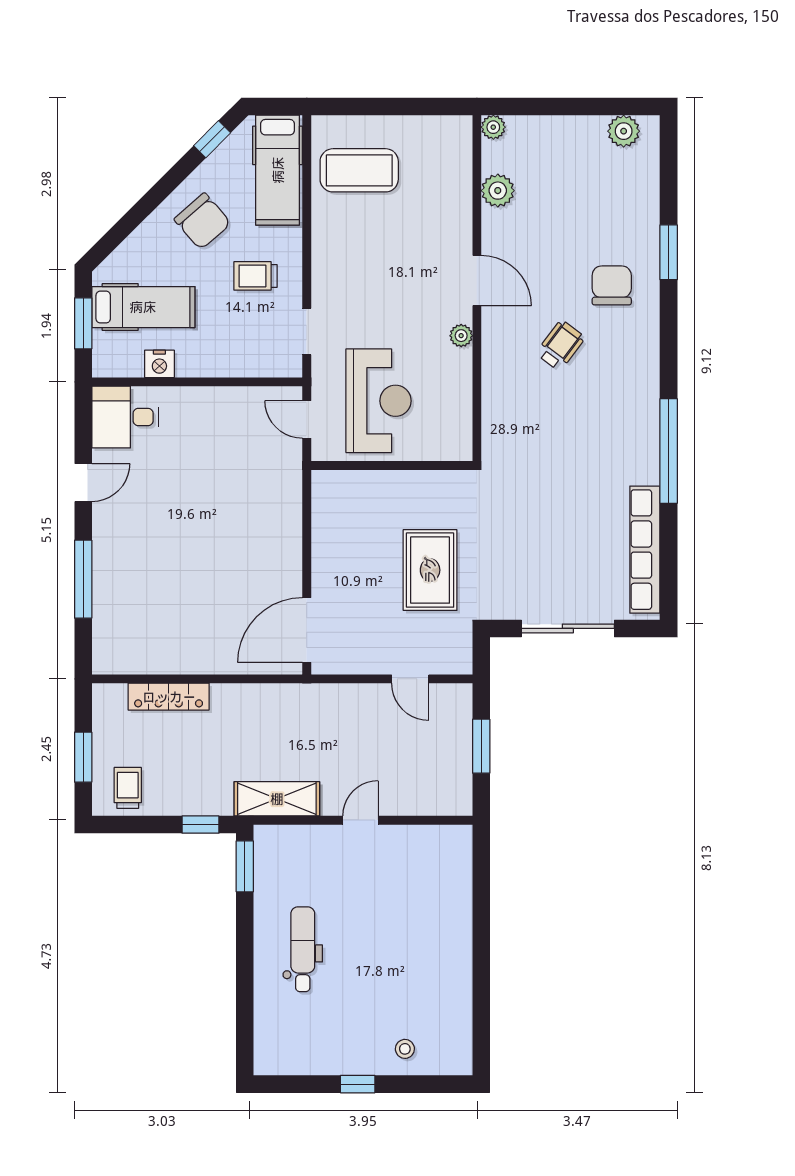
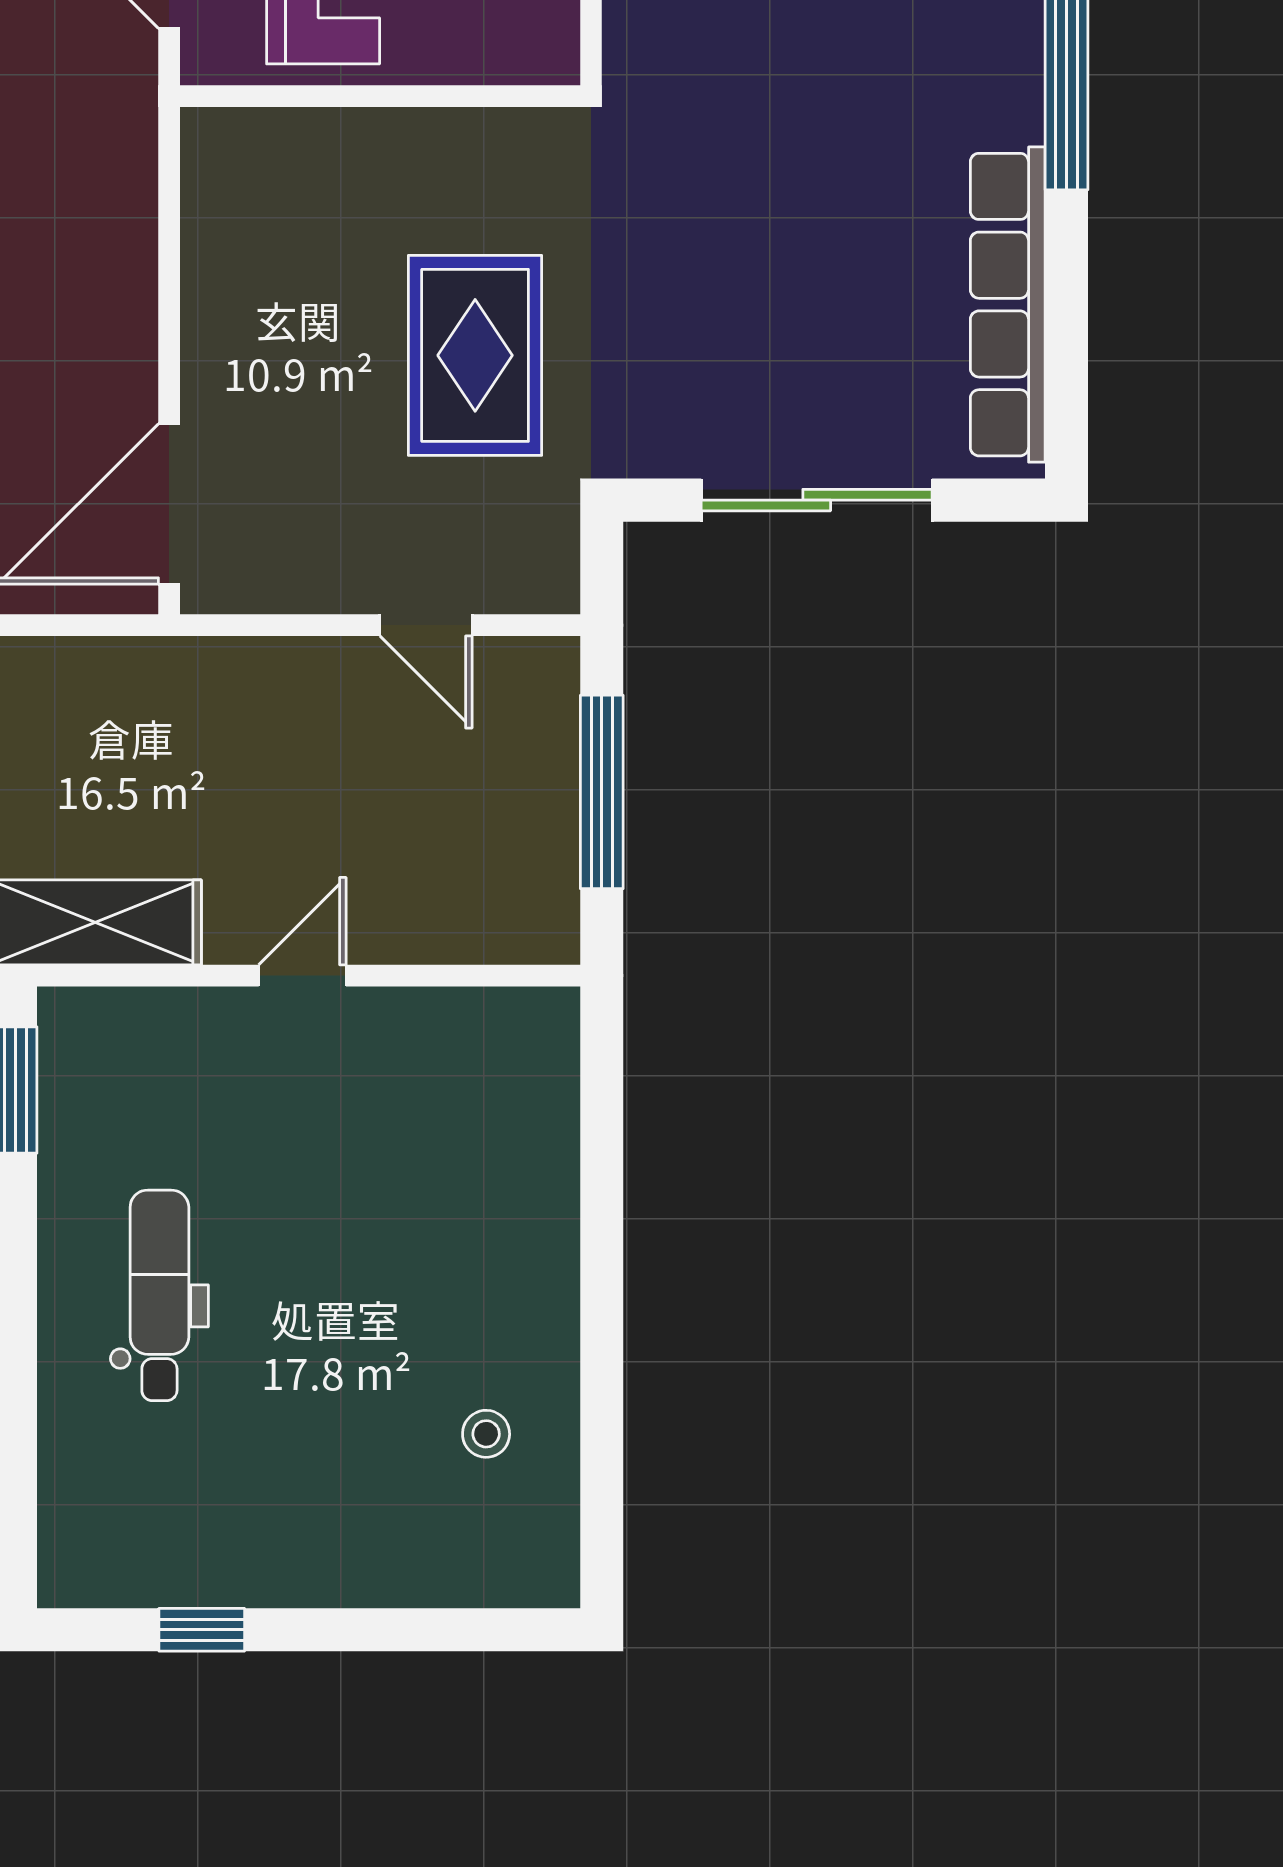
window: (481, 746) -> (602, 792), width x1.44
stool: (405, 1049) -> (486, 1434), moved
window: (358, 1084) -> (202, 1630), moved

